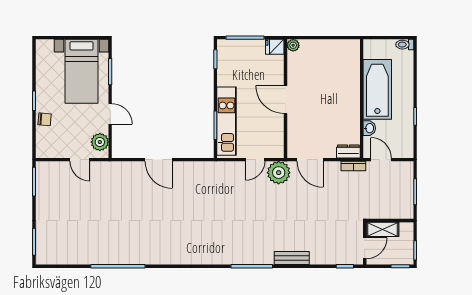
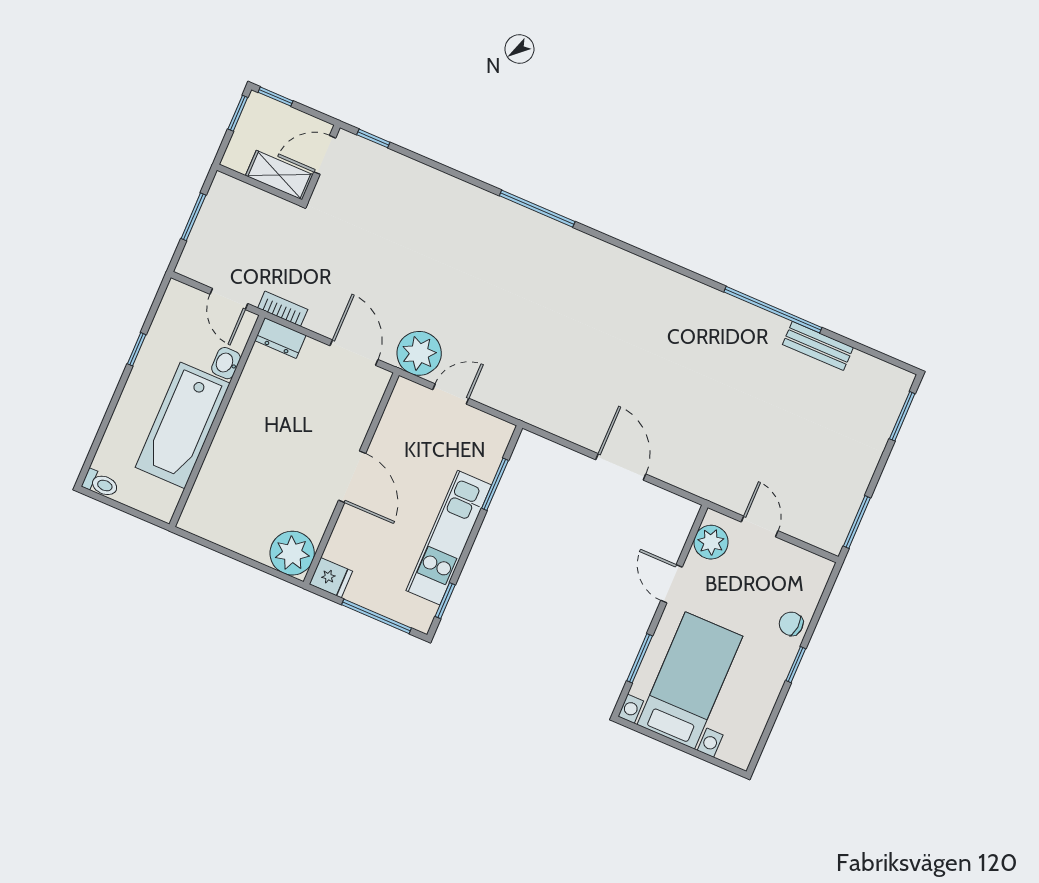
plant: (293, 45) -> (292, 553), width x1.88, depth x1.88
kitchen unit: (227, 121) -> (449, 538), moved
bench: (292, 258) -> (818, 346), moved

